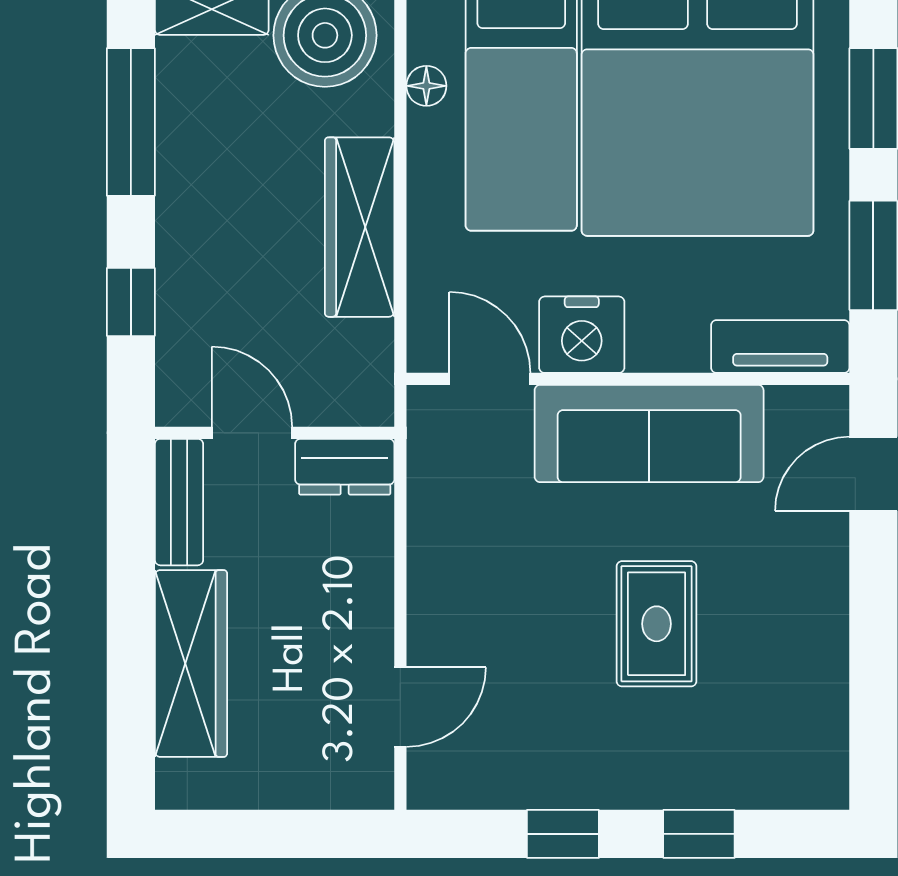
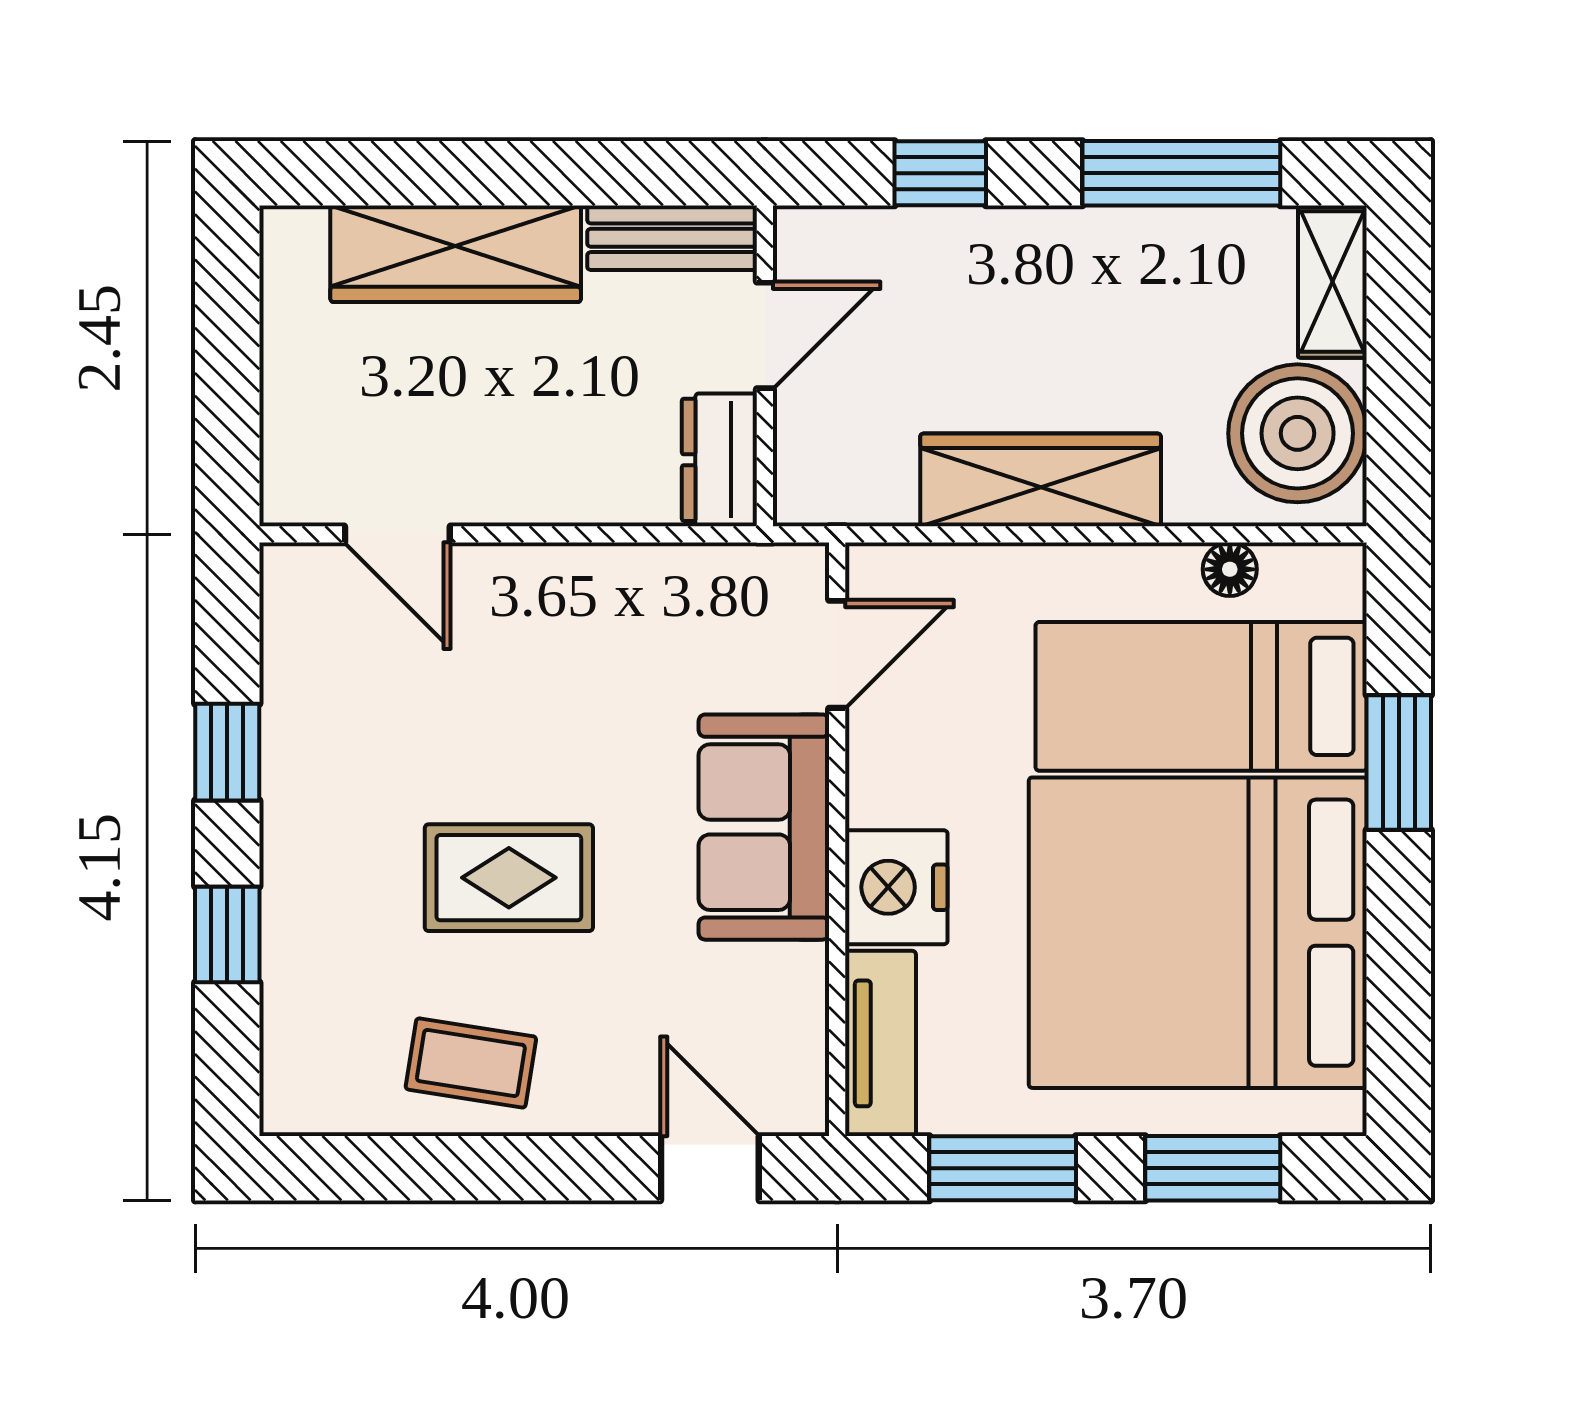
nightstand: (582, 335) -> (896, 887), moved
sofa: (649, 434) -> (764, 827), width x0.73
coffee table: (795, 652) -> (471, 1063), added

